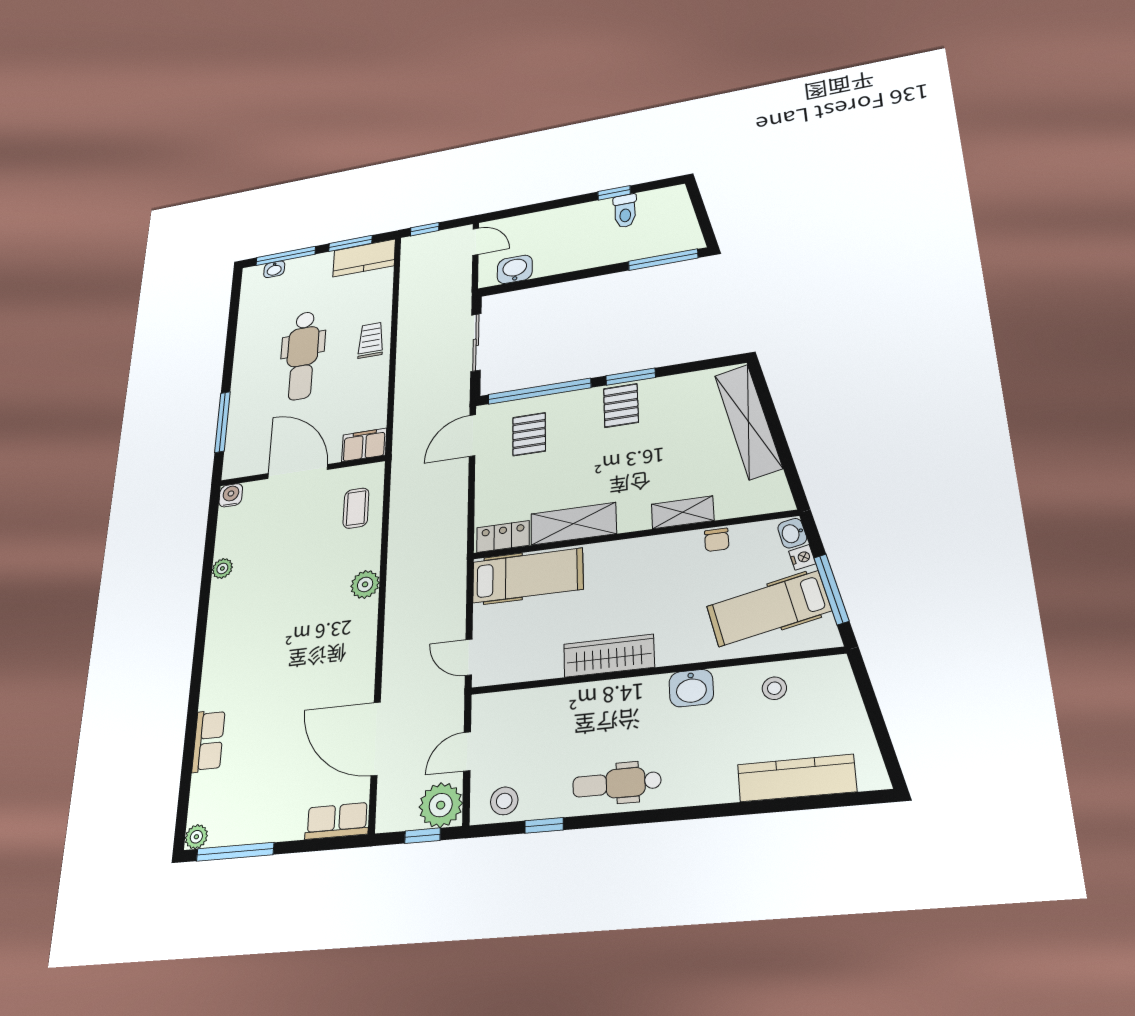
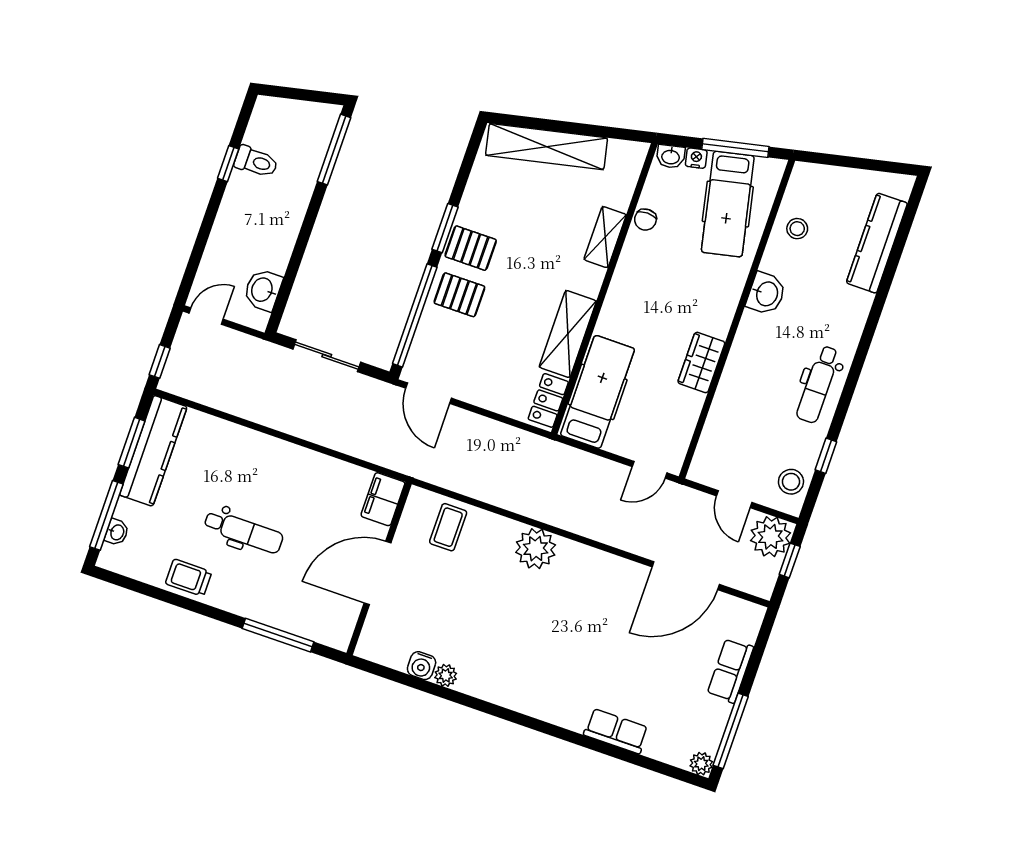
kitchen counter: (364, 258) -> (153, 451), width x1.50
trolley: (371, 340) -> (189, 578), moved
dental chair: (302, 355) -> (244, 532), width x0.73, depth x0.72
pallet: (529, 434) -> (459, 295), moved
water cooler: (231, 495) -> (422, 666), moved, turned -90
coffee table: (356, 508) -> (448, 527), turned 90
chair: (717, 540) -> (645, 220), turned 90
plant: (365, 584) -> (536, 549), width x1.36, depth x1.36
wardrobe: (609, 656) -> (701, 362), width x0.67
row of seats: (337, 821) -> (730, 671), moved

